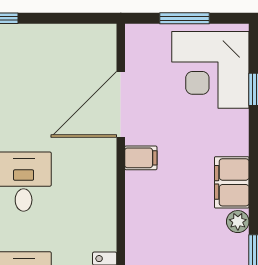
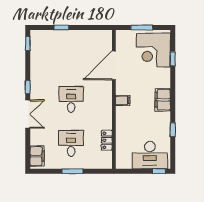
filing cabinet: (141, 158) -> (123, 101), moved
plant: (238, 222) -> (165, 117), removed

